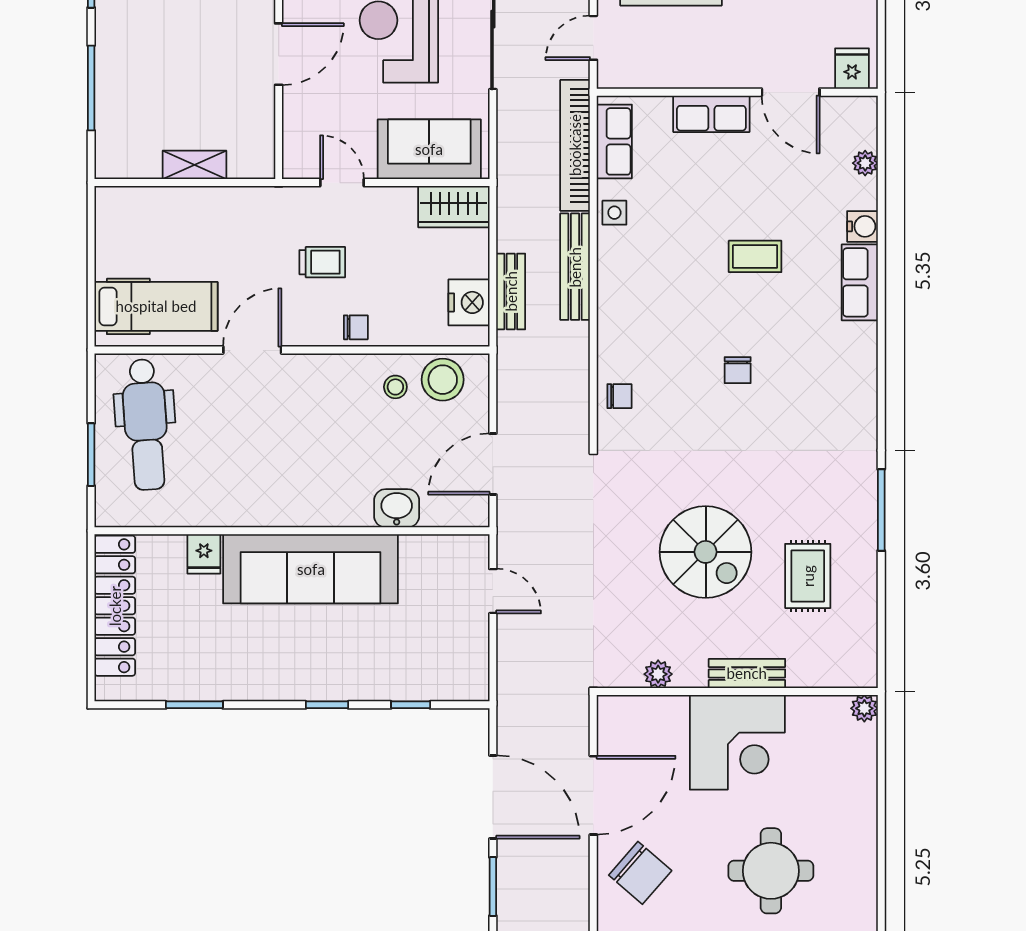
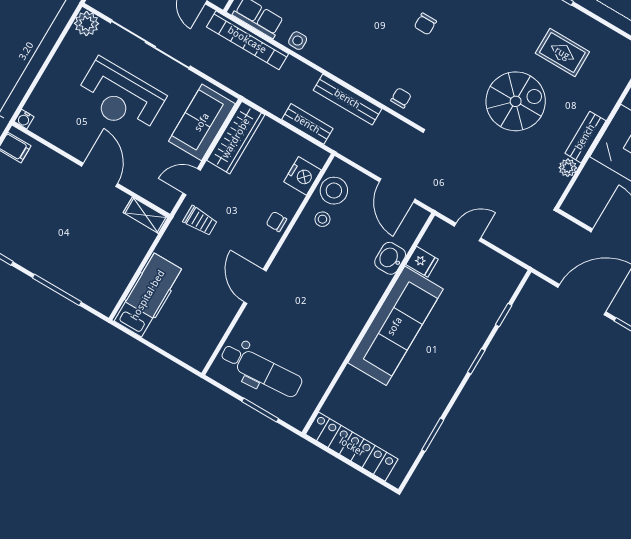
shelving: (194, 165) -> (146, 215), moved, turned 90
wardrobe: (454, 207) -> (236, 138), width x1.50
trolley: (322, 262) -> (200, 221), moved, turned 90
bench: (575, 267) -> (347, 99), moved
nightstand: (469, 302) -> (302, 176), moved, turned 90
hospital bed: (156, 306) -> (148, 295), moved
chair: (356, 327) -> (276, 222), turned -90
chair: (738, 370) -> (425, 24), turned 90
fridge: (204, 554) -> (422, 262), moved
bench: (747, 673) -> (585, 137), moved

